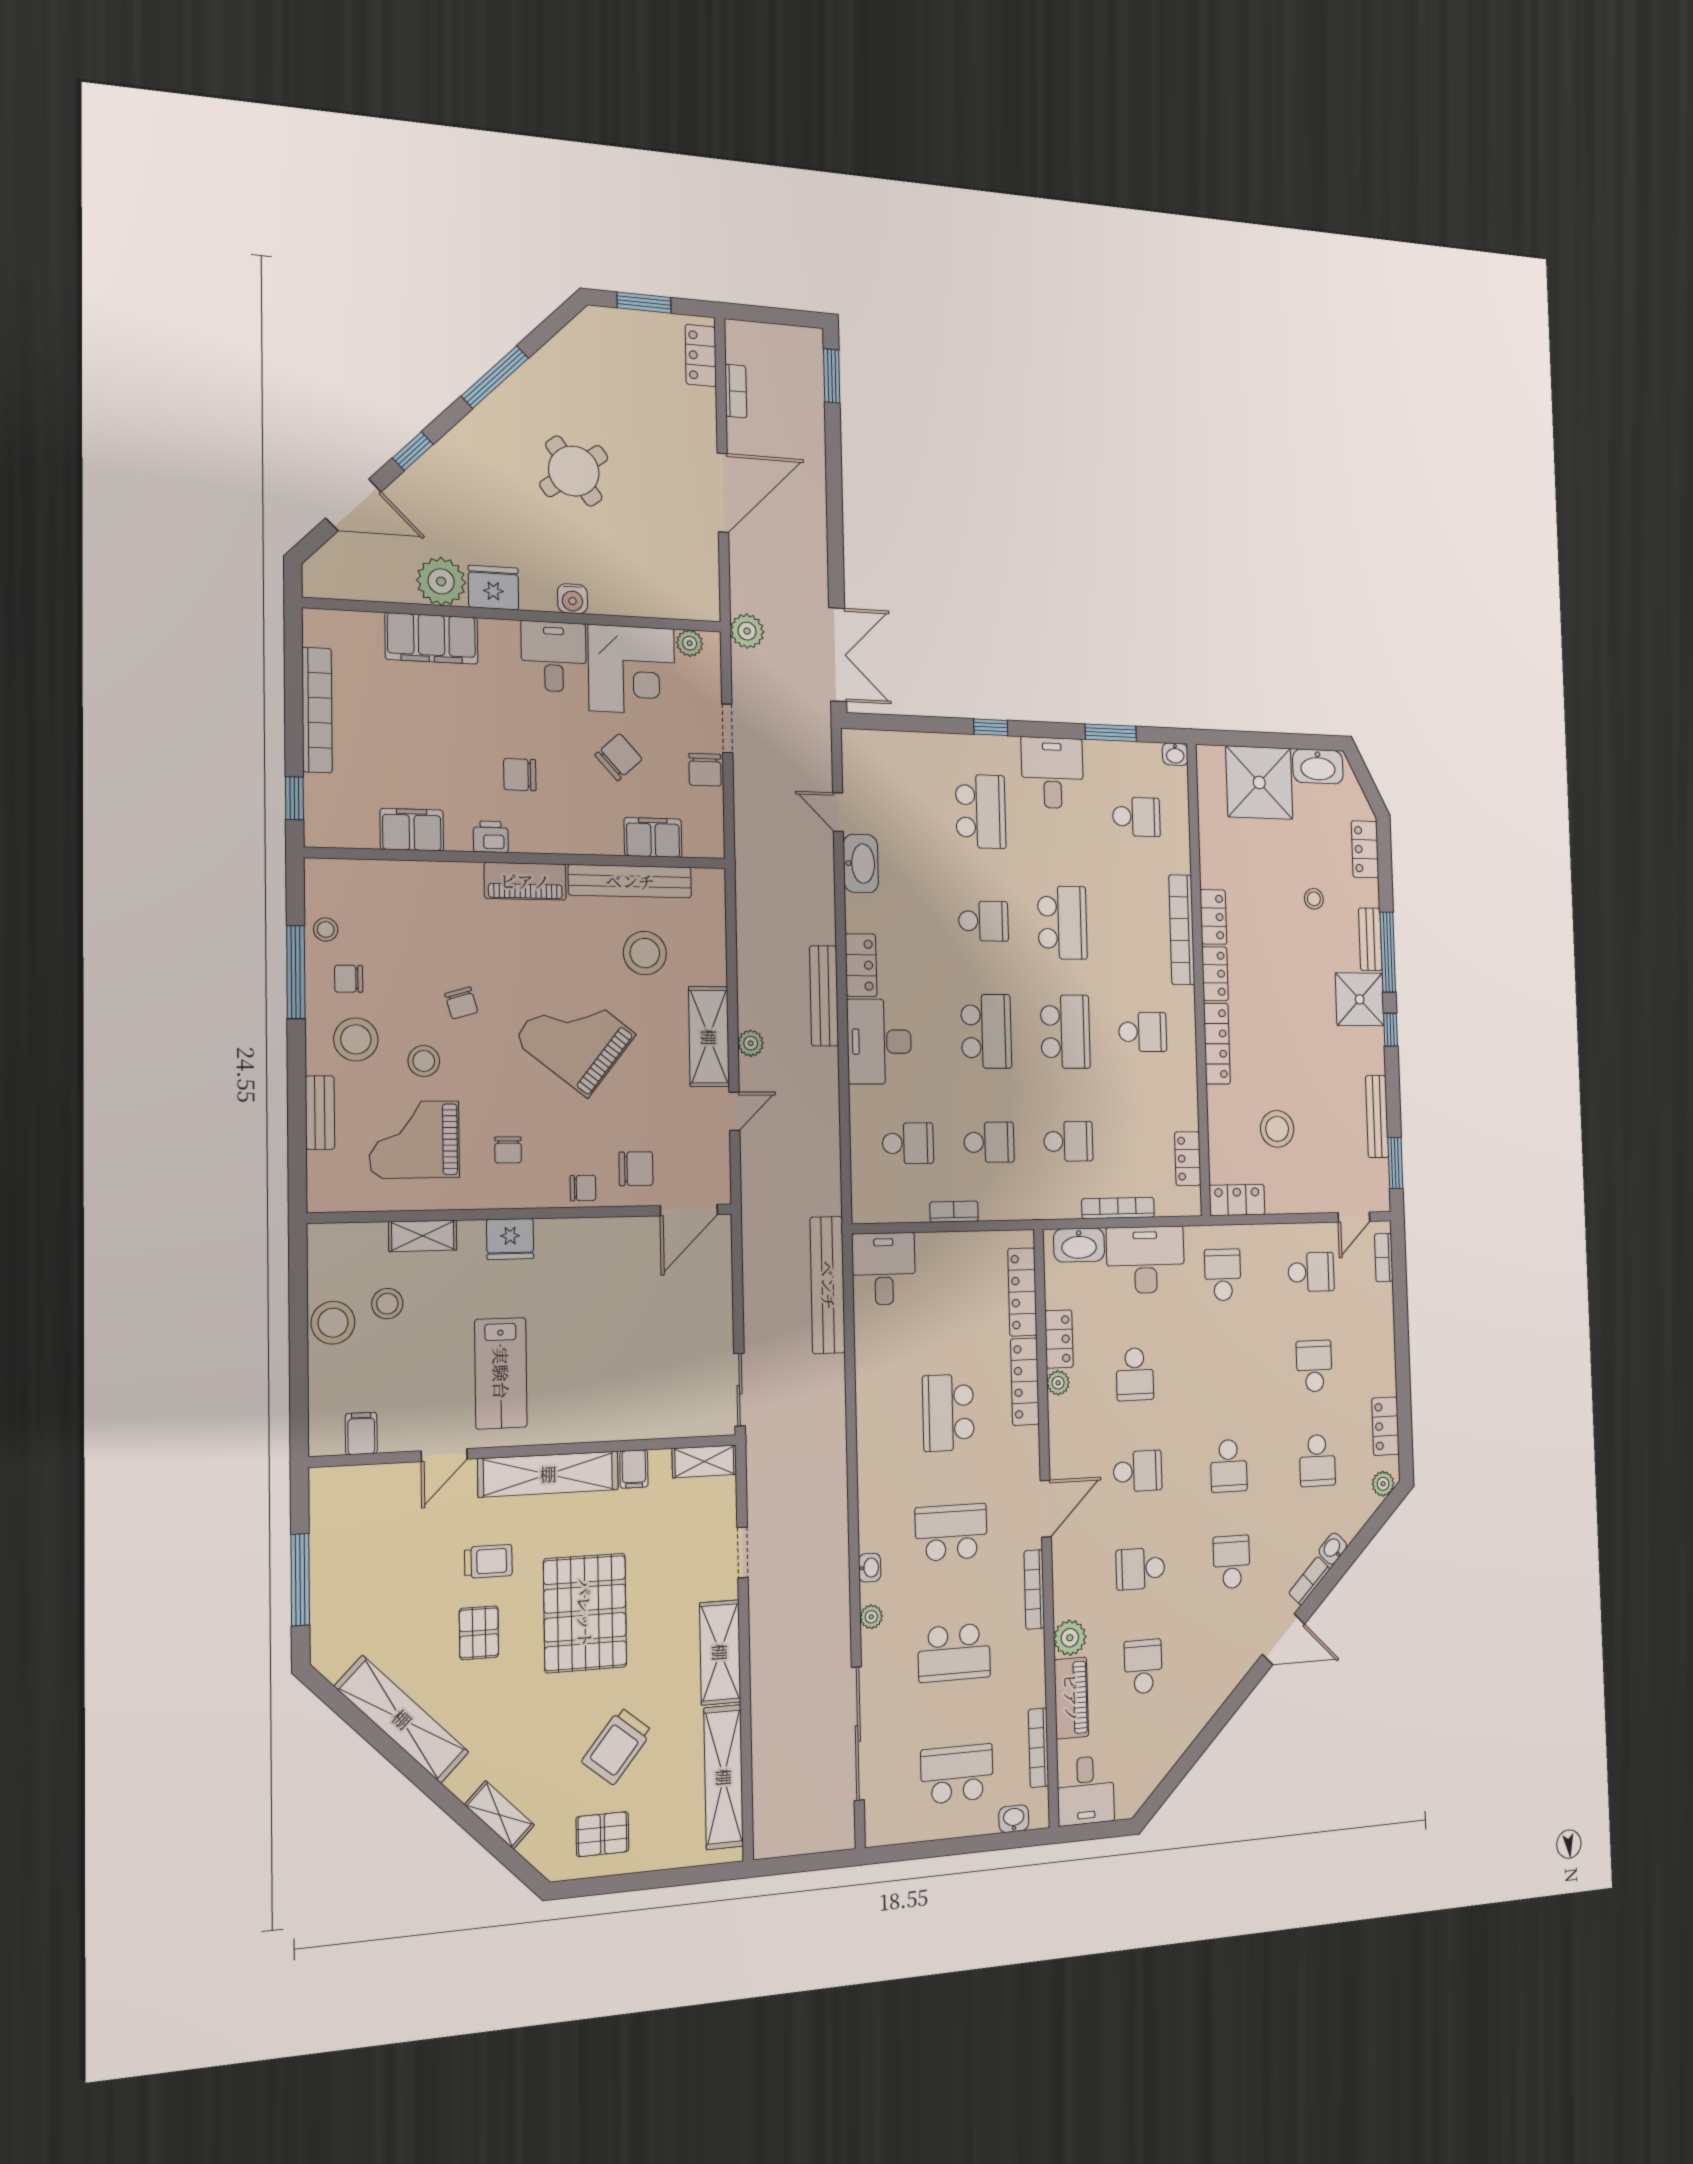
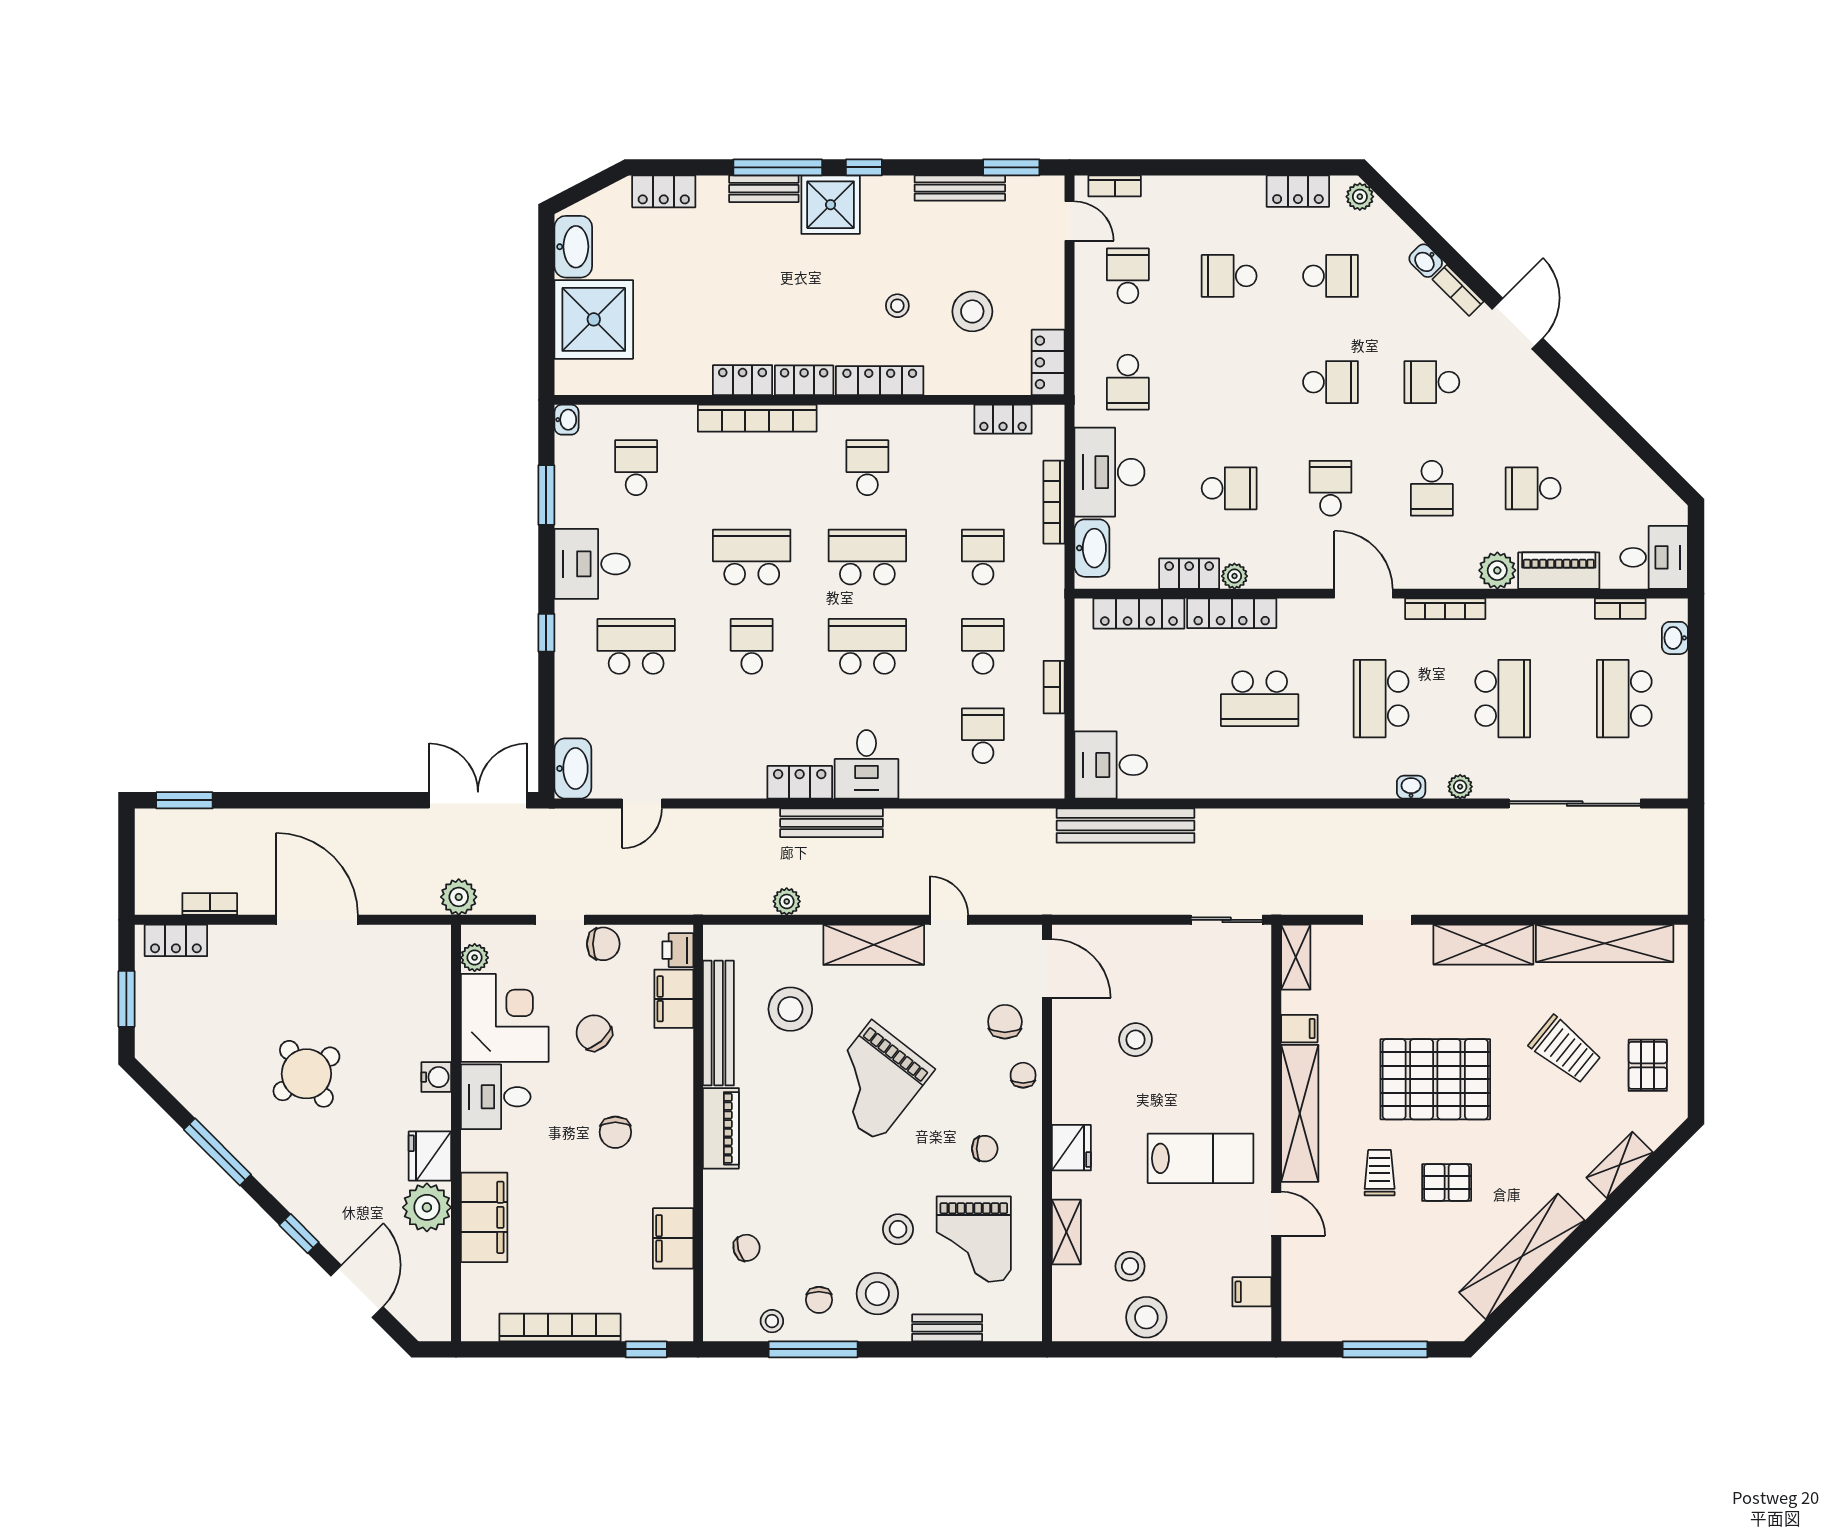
printer: (491, 837) -> (678, 950), moved
washbasin: (861, 863) -> (573, 768), moved, turned 90
stool: (1314, 899) -> (897, 306), moved
chair: (461, 1003) -> (747, 1248), moved
desk: (879, 1042) -> (866, 764), width x0.73
plant: (751, 1043) -> (787, 901), moved
school desk: (1223, 1275) -> (1128, 382), turned -90
stool: (620, 1302) -> (1136, 1040), added
bookcase: (1038, 1748) -> (1620, 609), width x0.64

